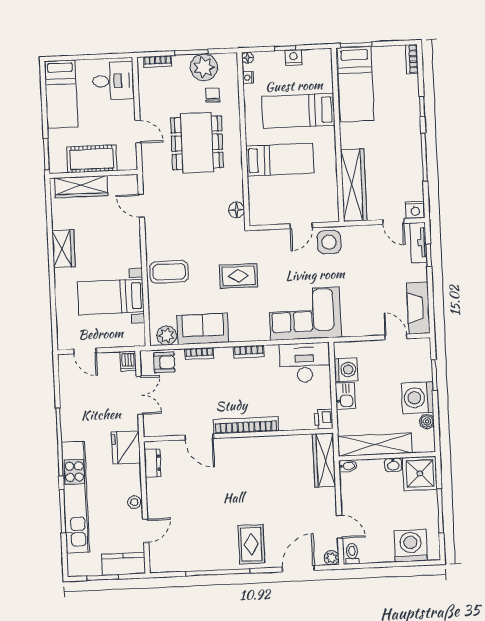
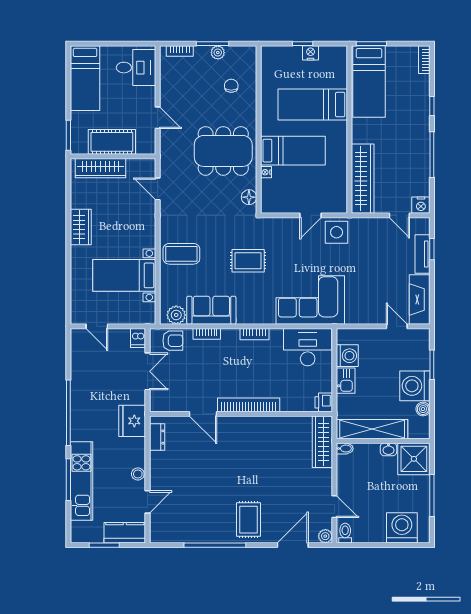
floor lamp: (247, 58) -> (266, 51), removed
plant: (204, 67) -> (218, 53), width x0.53, depth x0.53
nightstand: (248, 77) -> (266, 172), moved
dining table: (197, 143) -> (223, 151), moved, turned 90
tv unit: (418, 243) -> (423, 254), moved
kitchen unit: (76, 497) -> (81, 481), width x0.73

